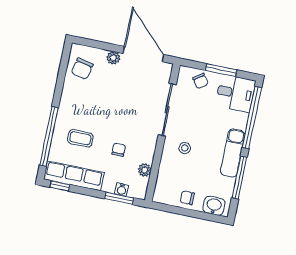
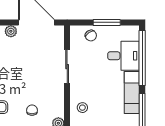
desk: (236, 93) -> (124, 56), moved
sliding door: (167, 110) -> (67, 67), width x0.73
stool: (185, 148) -> (82, 108), moved

